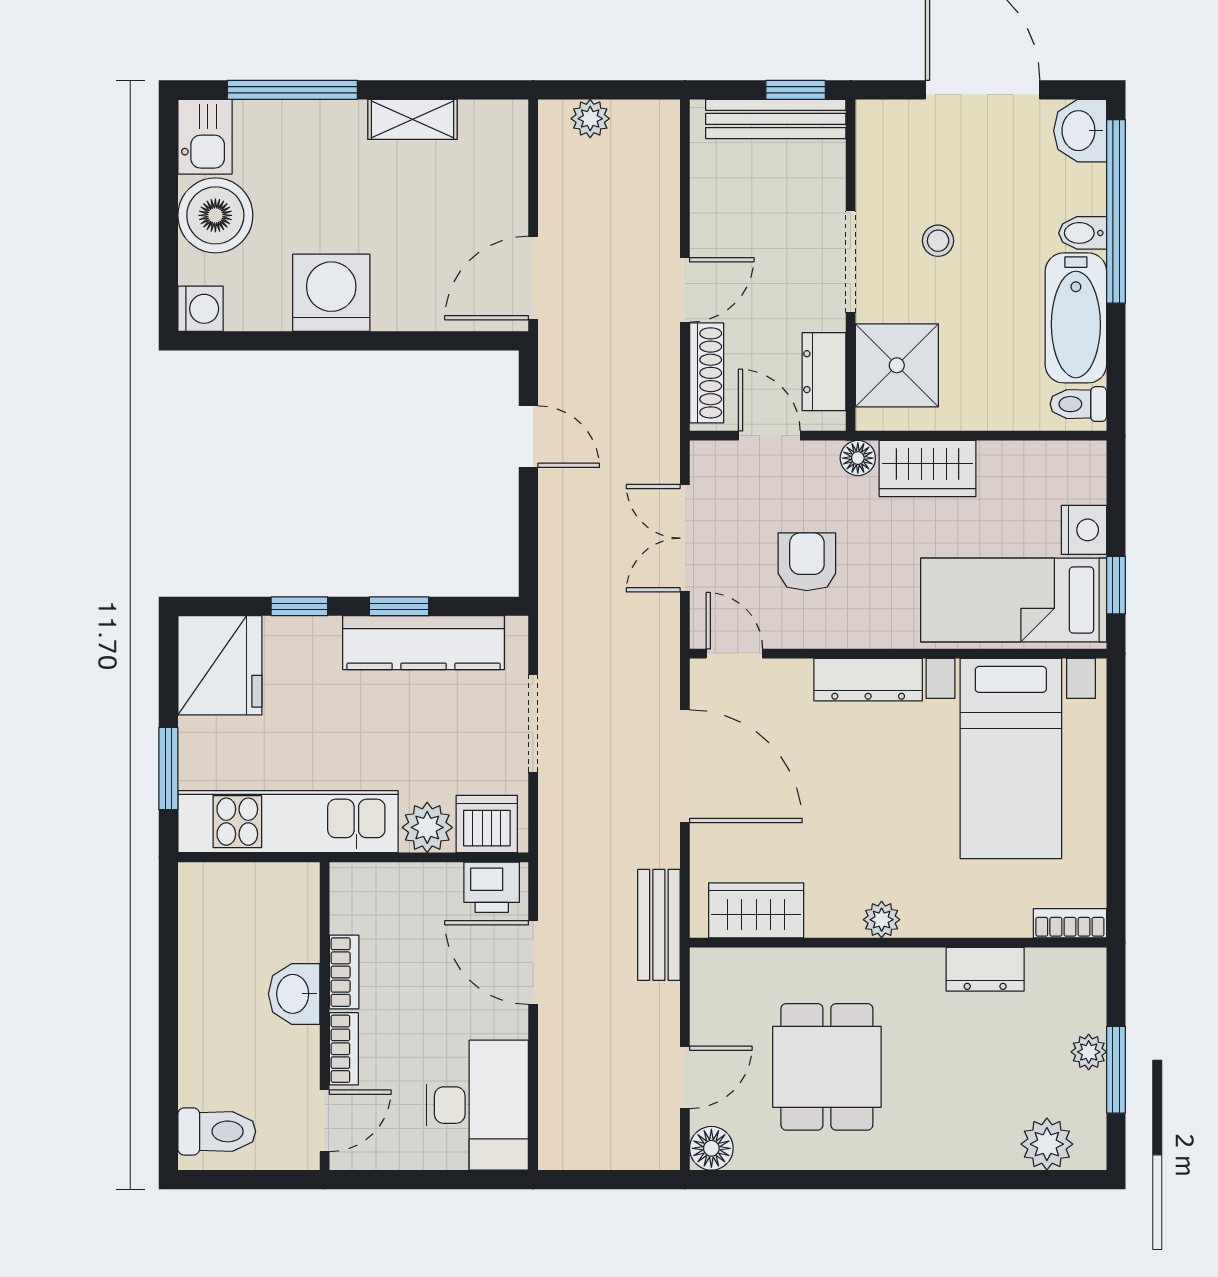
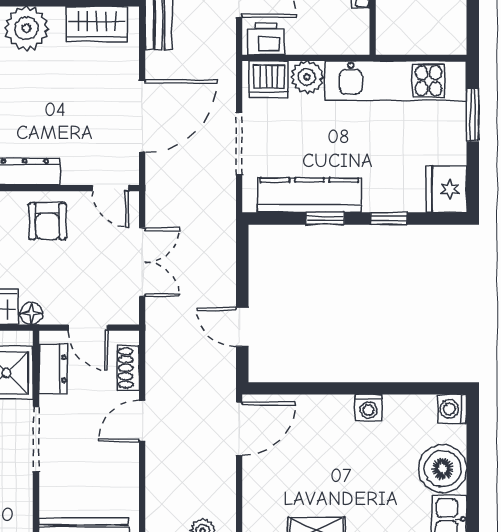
washing machine: (331, 293) -> (368, 408), width x0.53, depth x0.53
shoe rack: (707, 373) -> (128, 368), width x0.70
armchair: (807, 562) -> (48, 221), moved
fridge: (220, 665) -> (447, 189), width x0.73, depth x0.75
door: (685, 766) -> (142, 116), swing flipped
plant: (882, 920) -> (27, 28), width x1.88, depth x1.88

